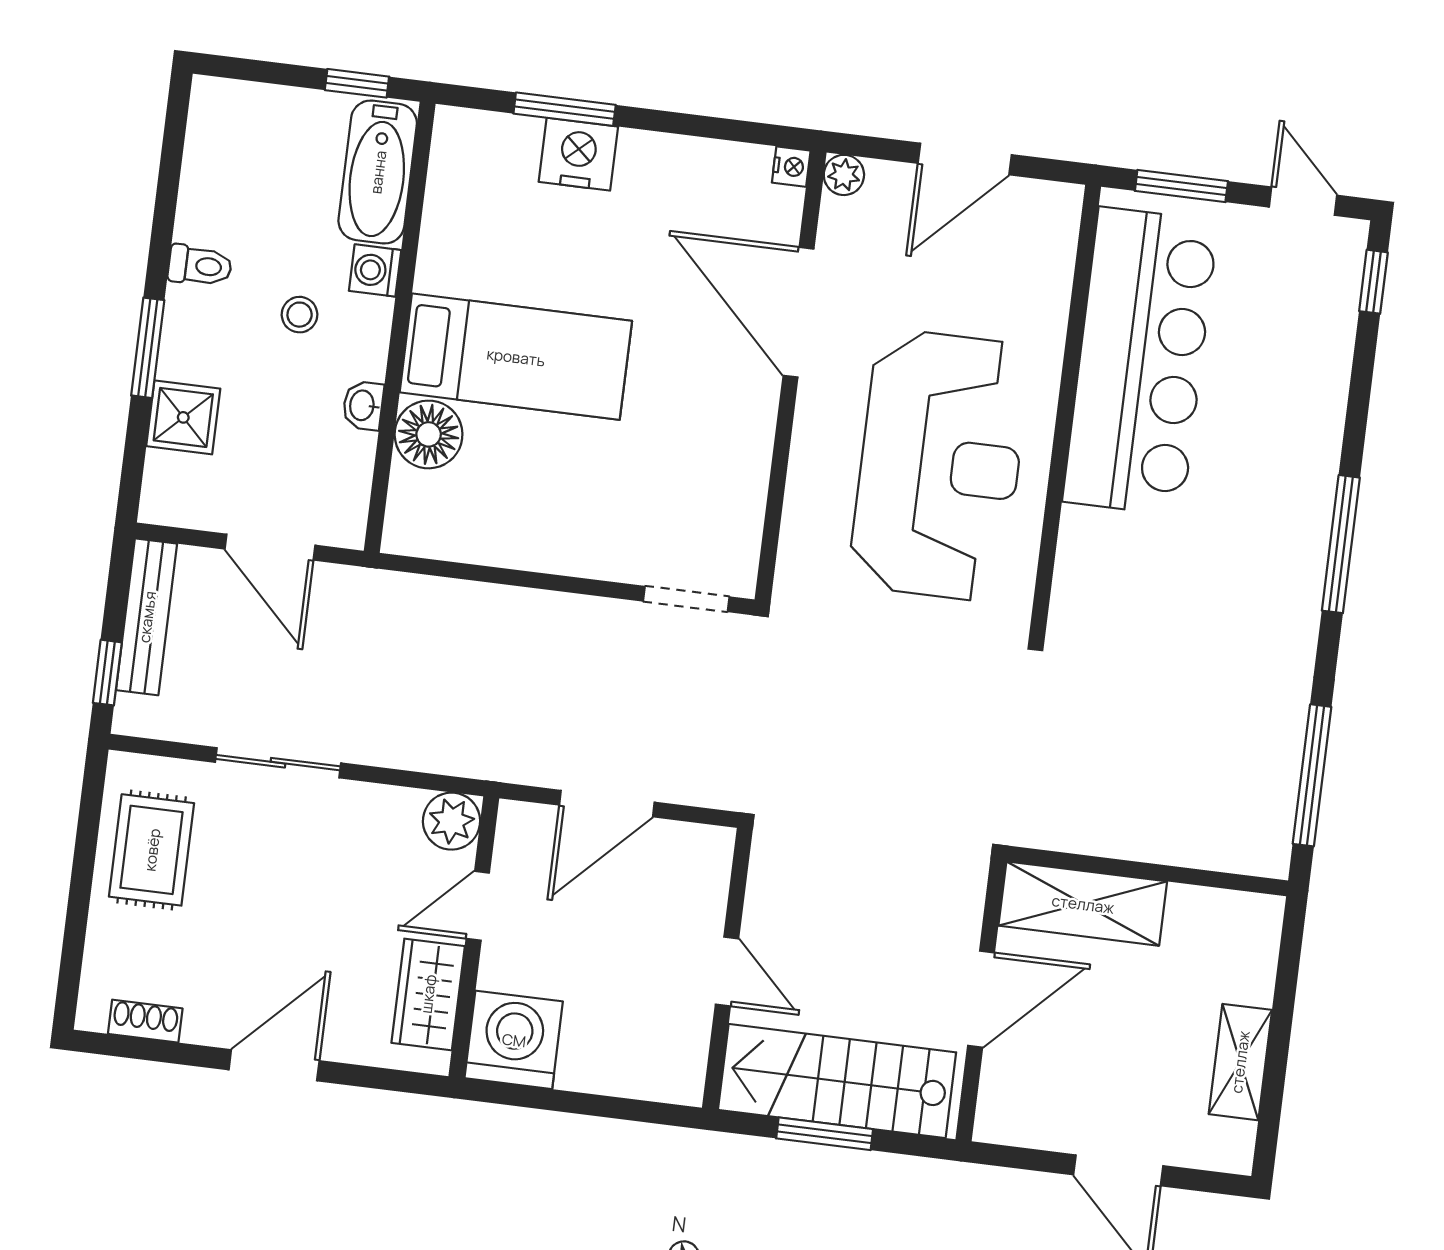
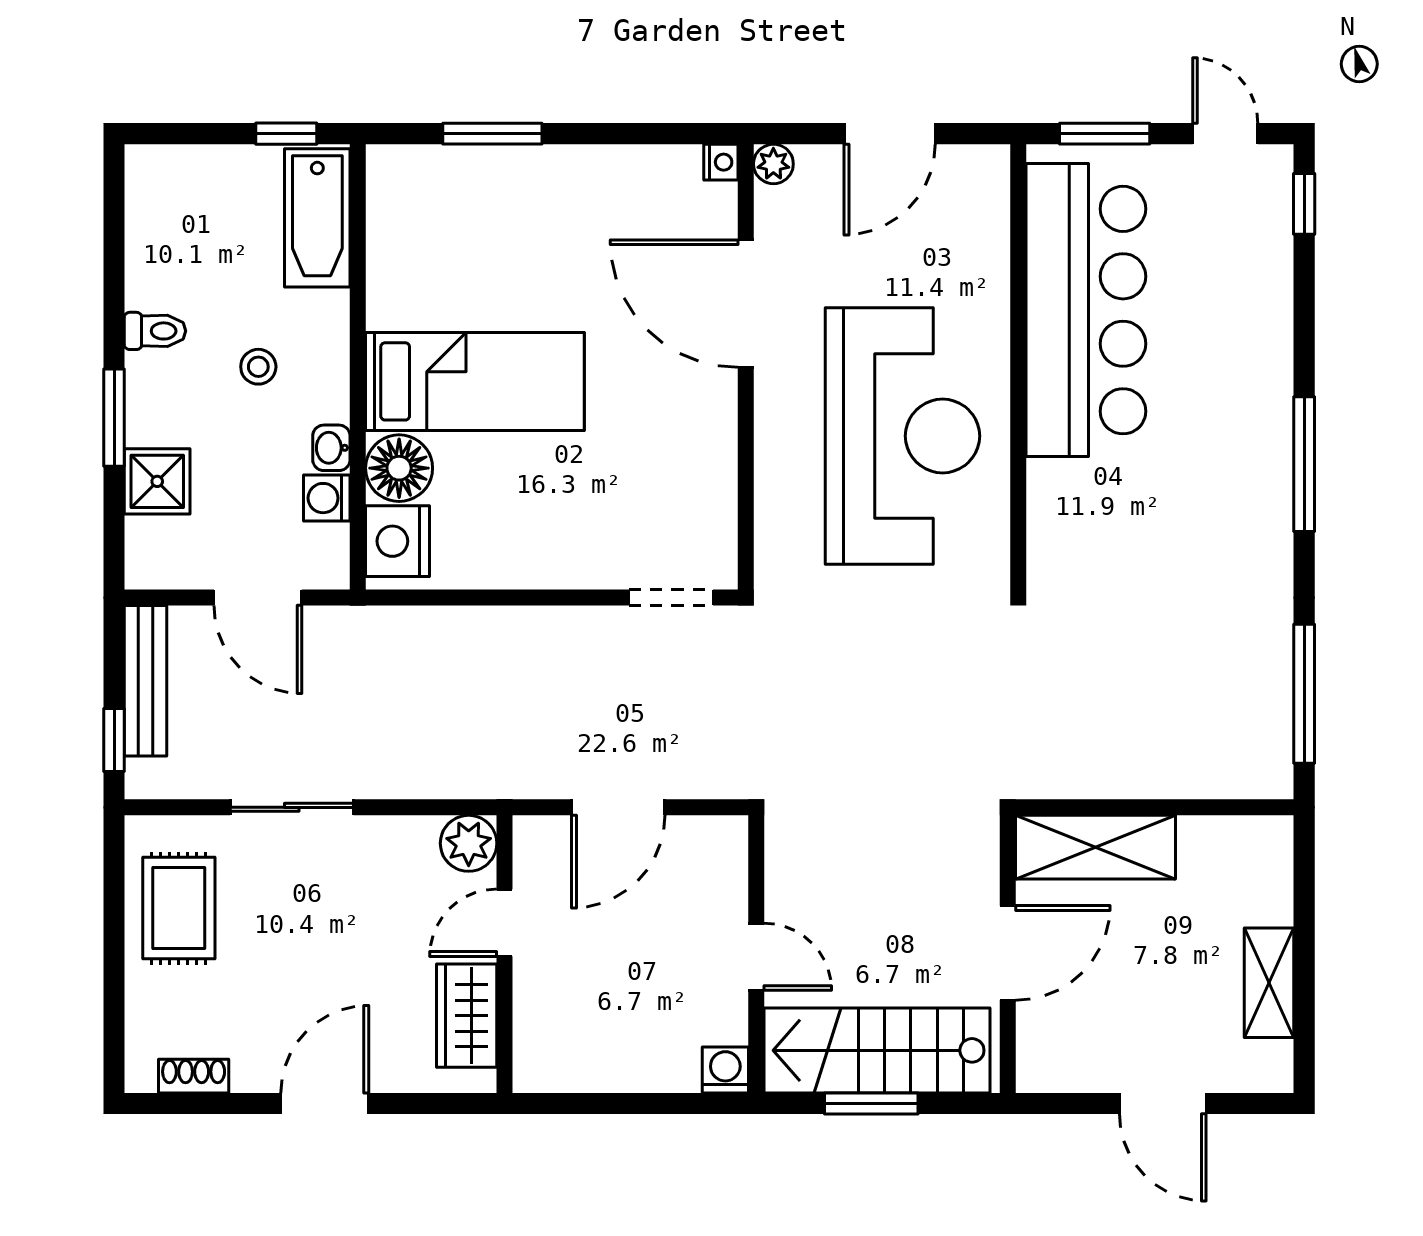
nightstand: (578, 154) -> (397, 541), moved, turned -90
washing machine: (375, 270) -> (327, 498), moved
washing machine: (514, 1040) -> (725, 1070), moved, width x0.53, depth x0.53

